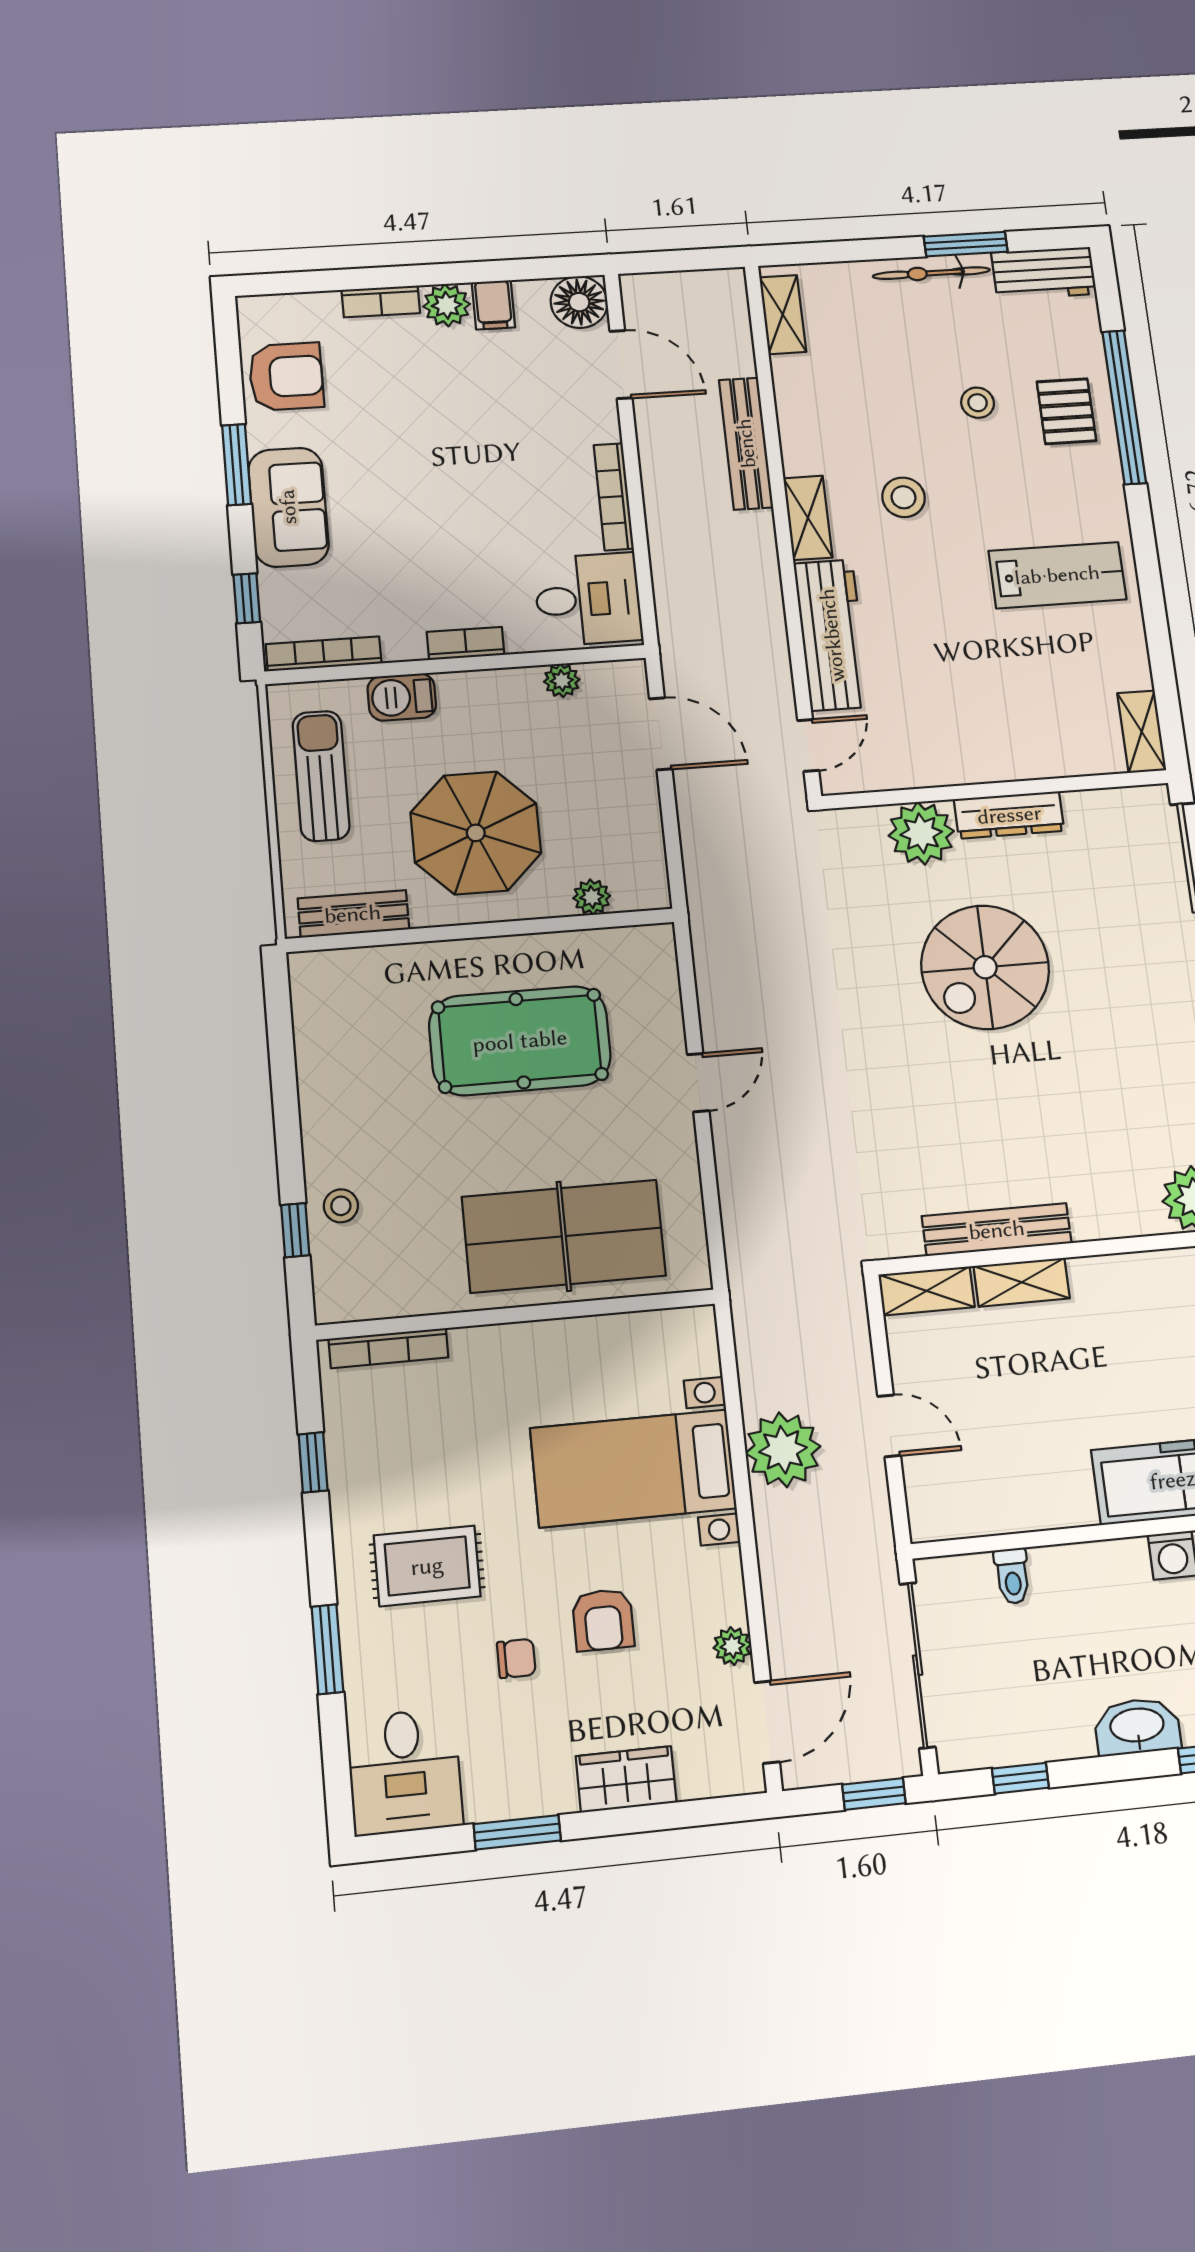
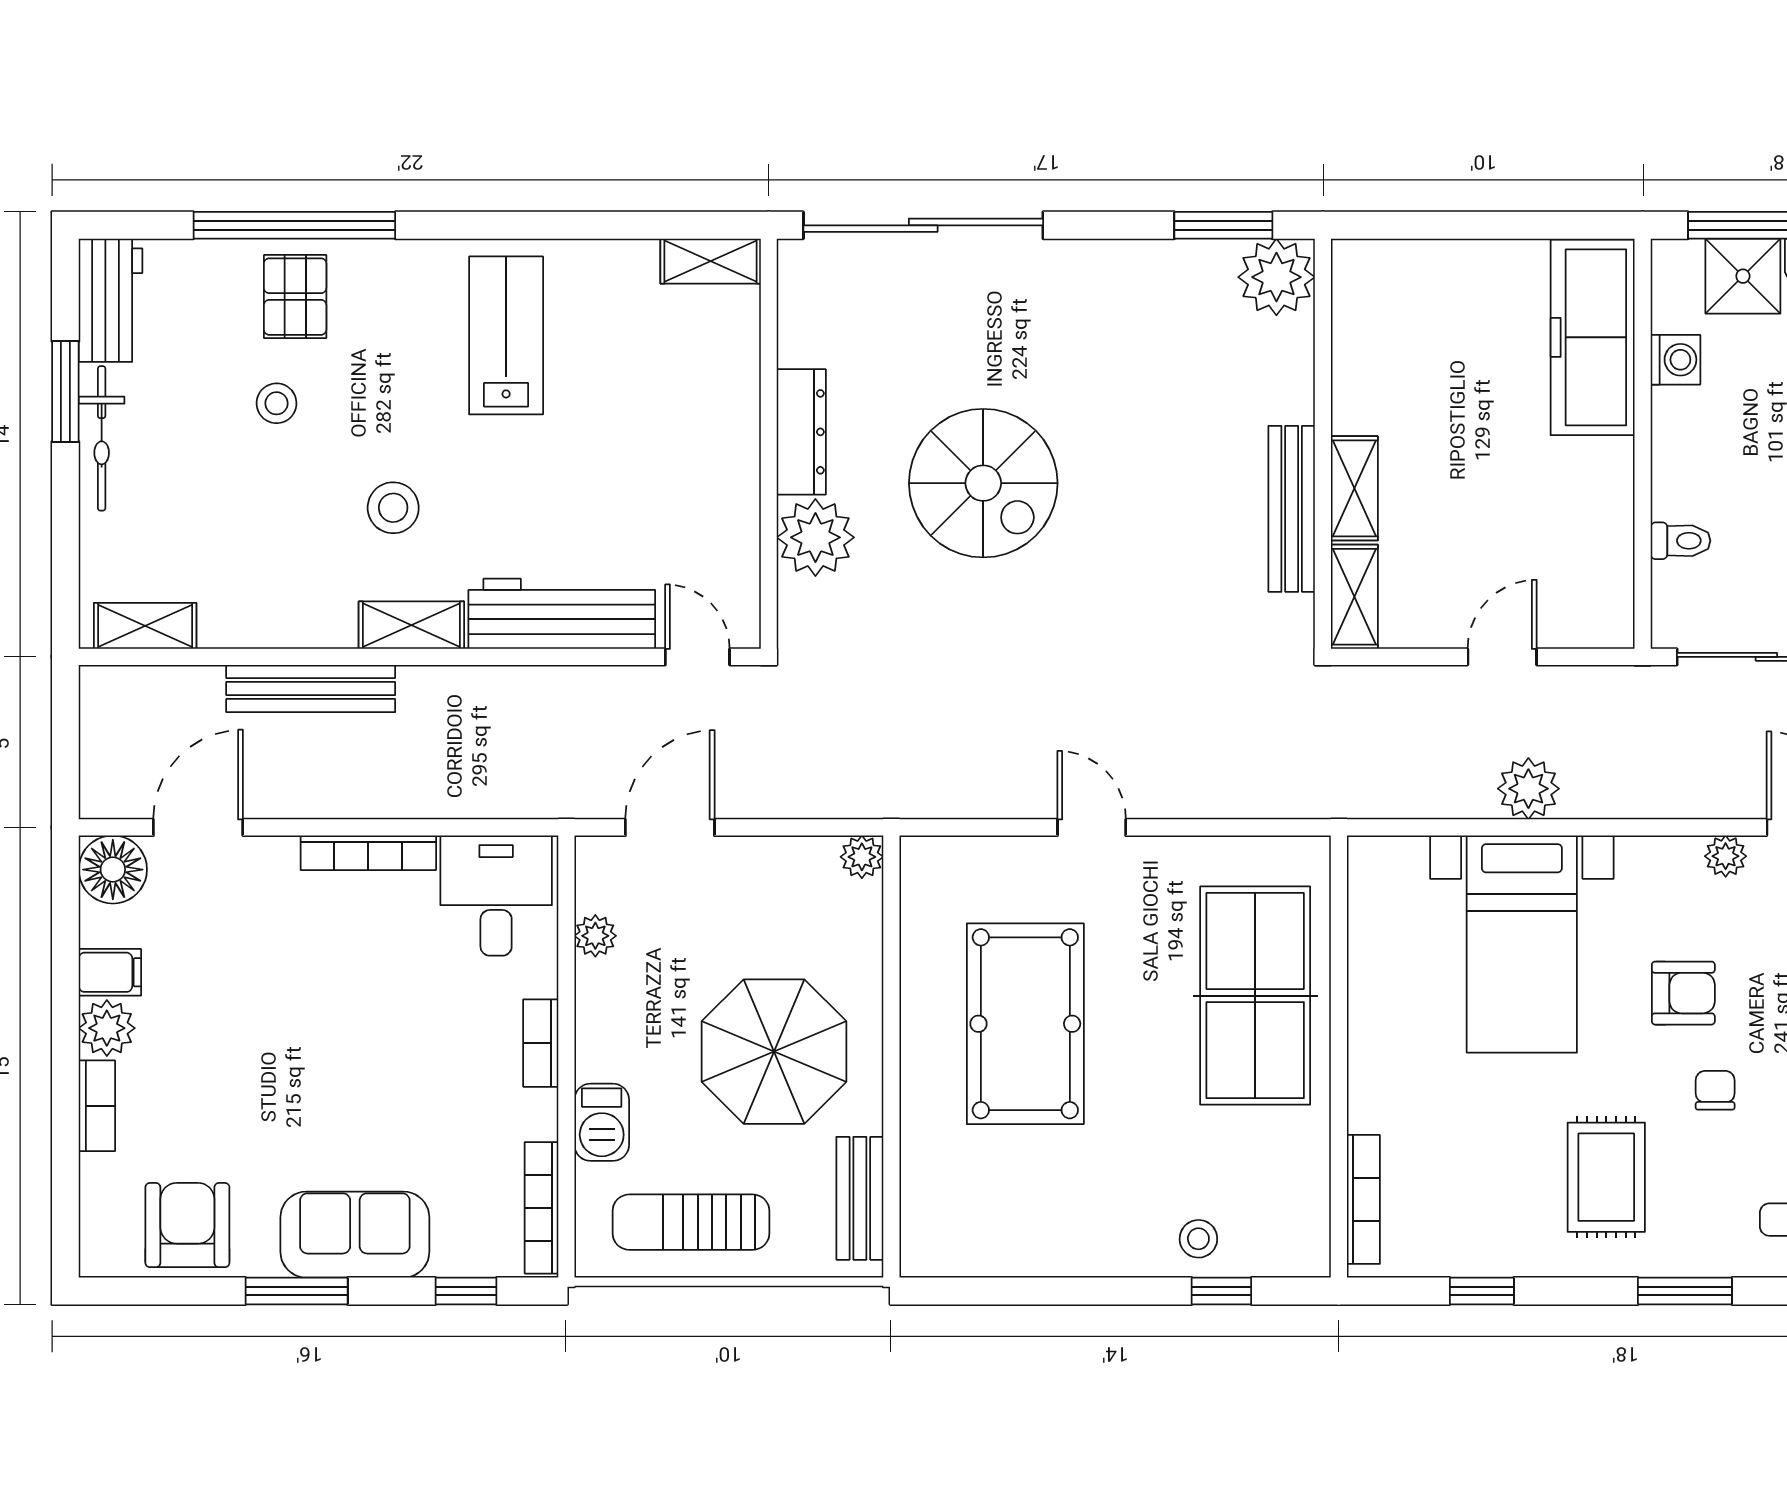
pallet: (1066, 411) -> (295, 297), turned 90
plant: (592, 897) -> (862, 857), moved
plant: (783, 1450) -> (1528, 789), width x0.73, depth x0.73

